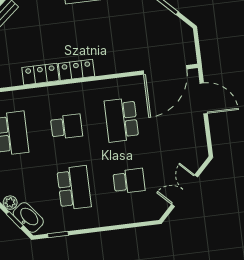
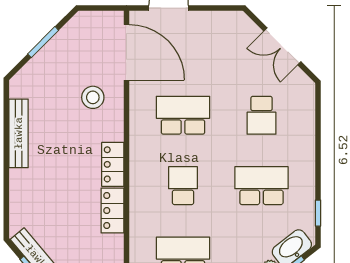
stool: (127, 48) -> (93, 97), added
school desk: (121, 120) -> (183, 115), turned 180
school desk: (129, 181) -> (261, 115), turned 180

